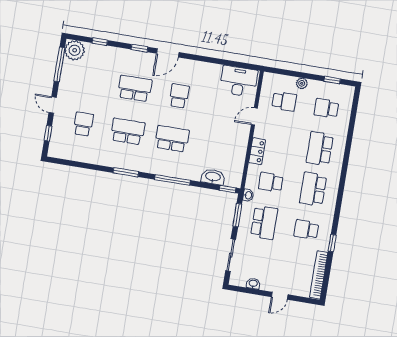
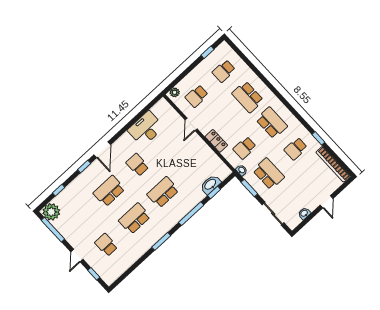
desk: (239, 81) -> (146, 129), moved
plant: (302, 83) -> (175, 92), moved
school desk: (284, 101) -> (197, 96), turned 180
door: (53, 105) -> (77, 256), hinge flipped
window: (228, 189) -> (214, 192), moved
school desk: (313, 189) -> (272, 123), turned 180

